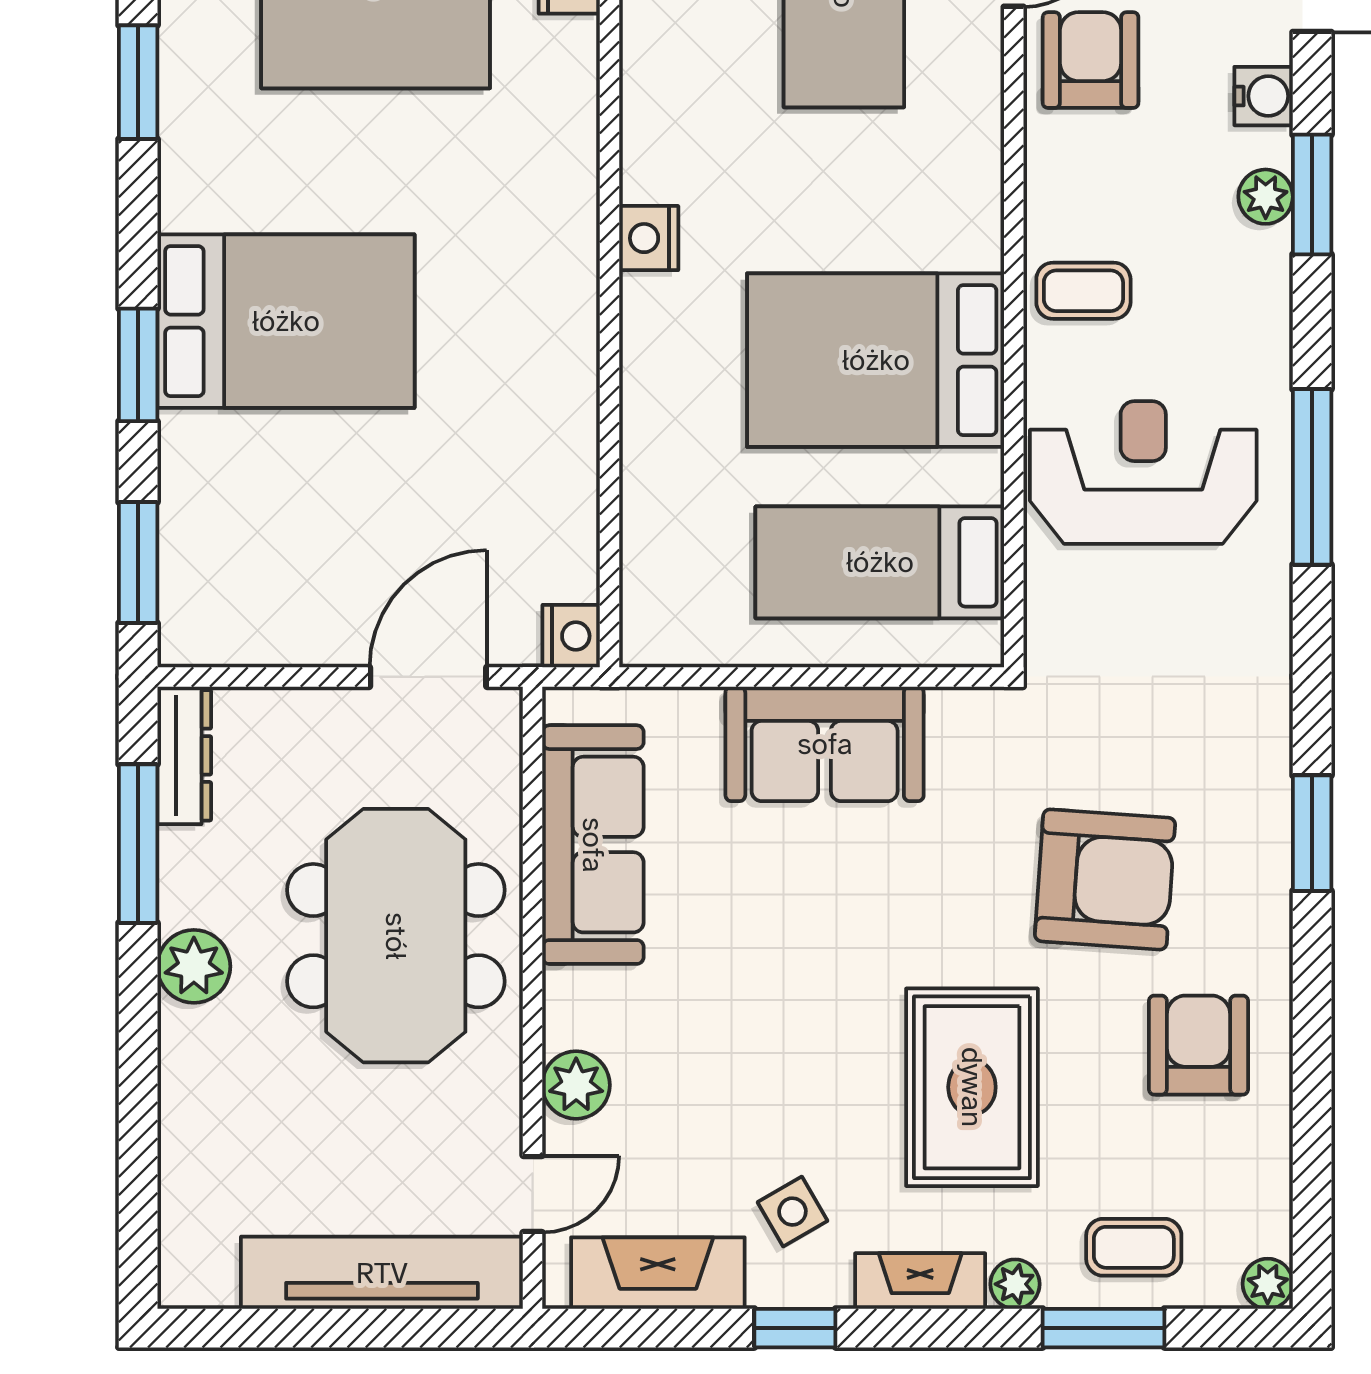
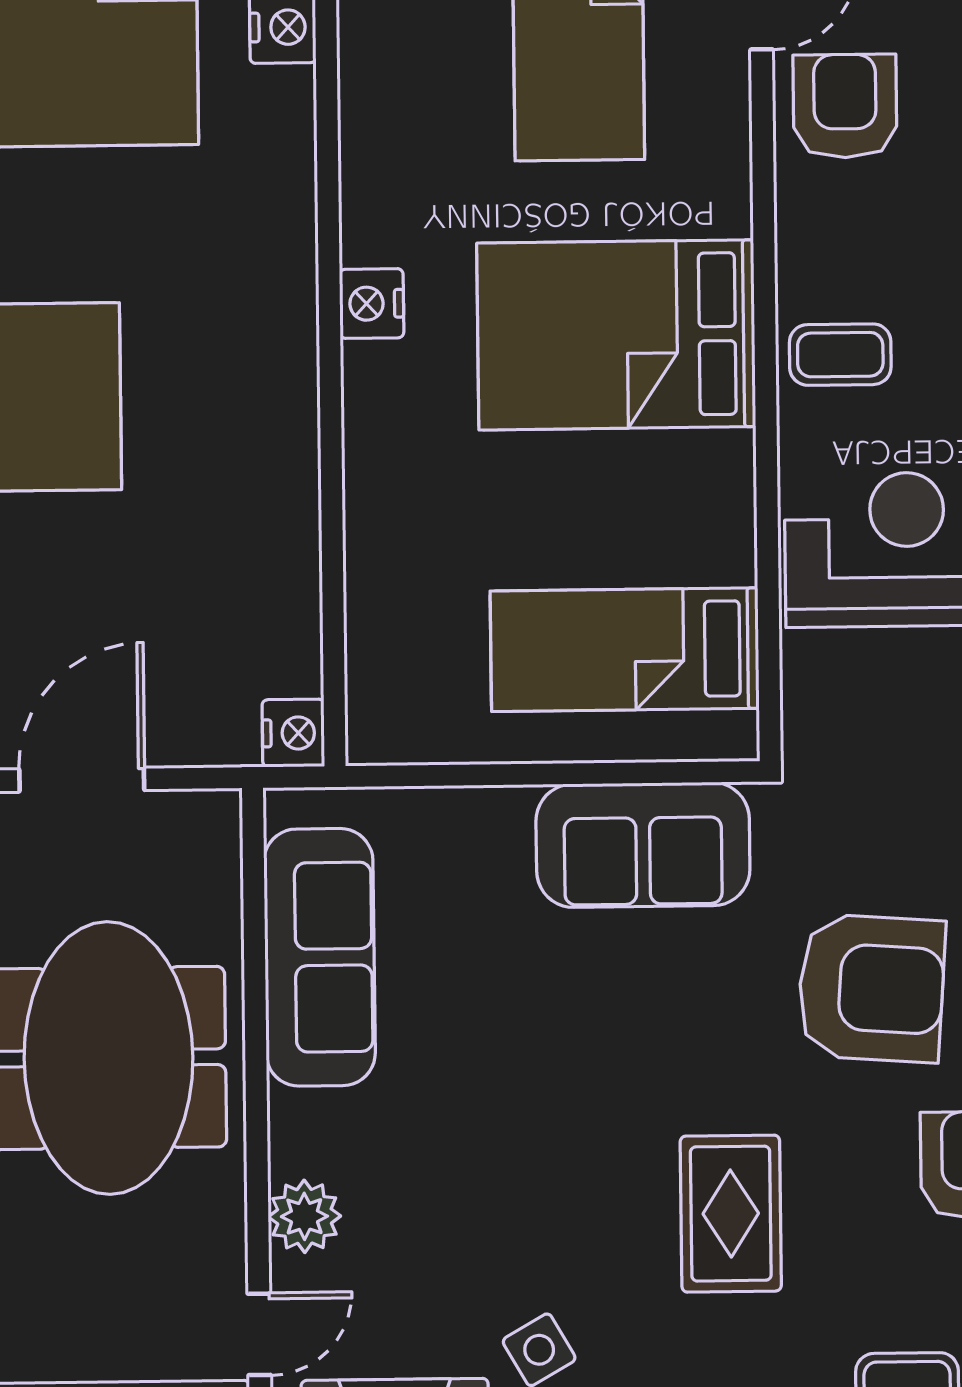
bed: (876, 360) -> (616, 335), moved
door: (428, 677) -> (82, 780), moved
sofa: (825, 744) -> (643, 845), moved
rug: (972, 1087) -> (731, 1214), width x0.73, depth x0.70

